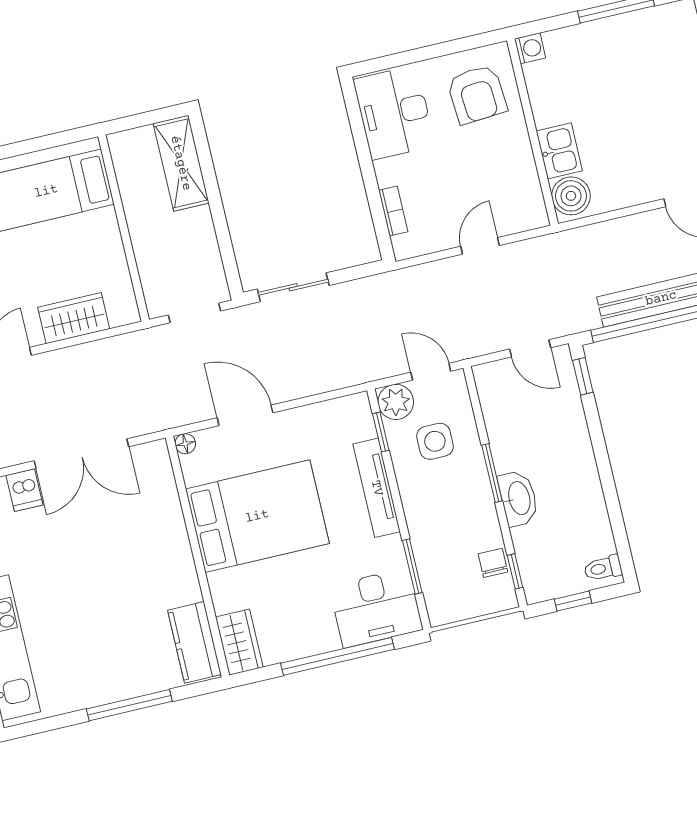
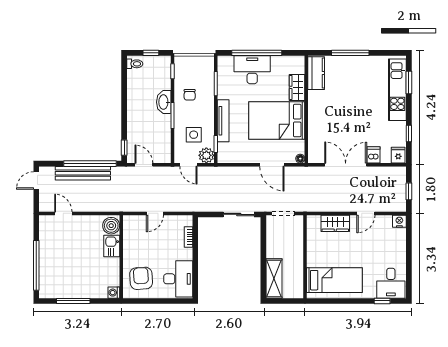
chair: (493, 563) -> (190, 95), moved
desk: (376, 608) -> (252, 70), moved
wardrobe: (239, 642) -> (297, 87), moved

